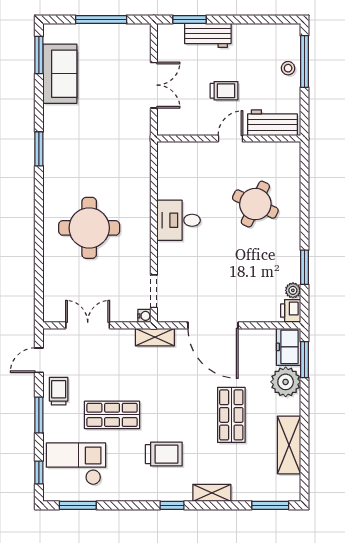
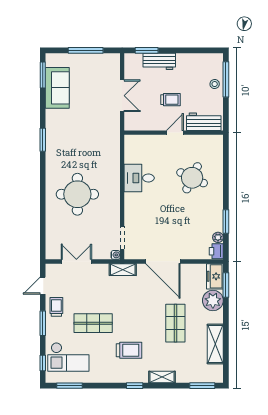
desk: (179, 220) -> (139, 178), moved
checkout: (76, 464) -> (68, 357), turned 180

